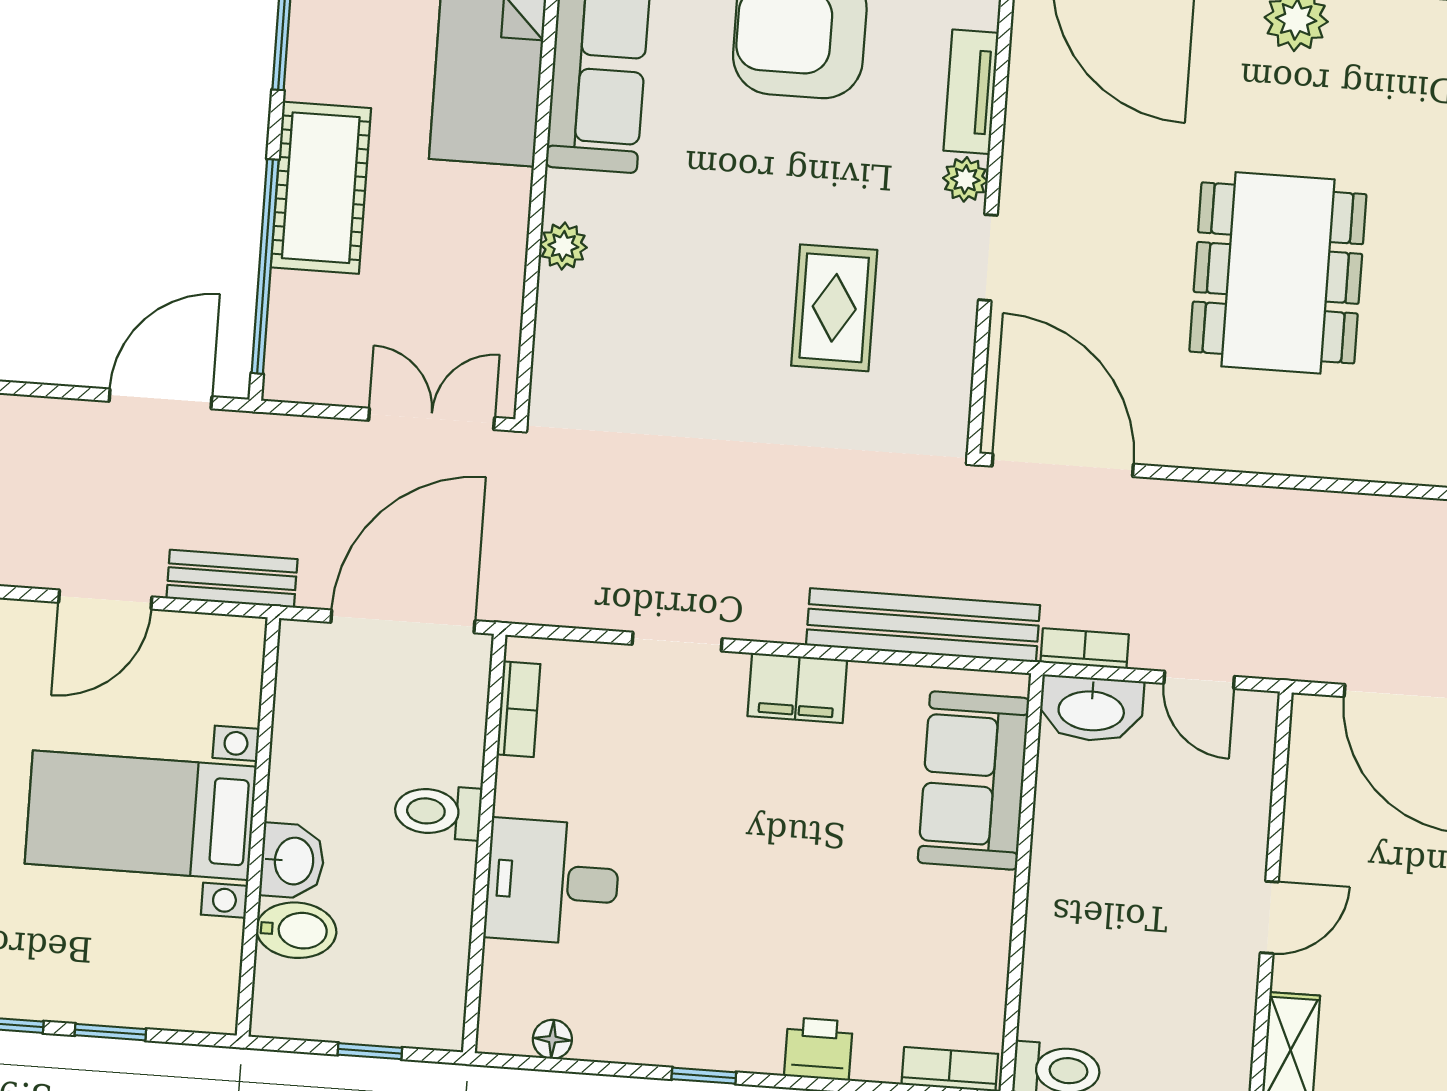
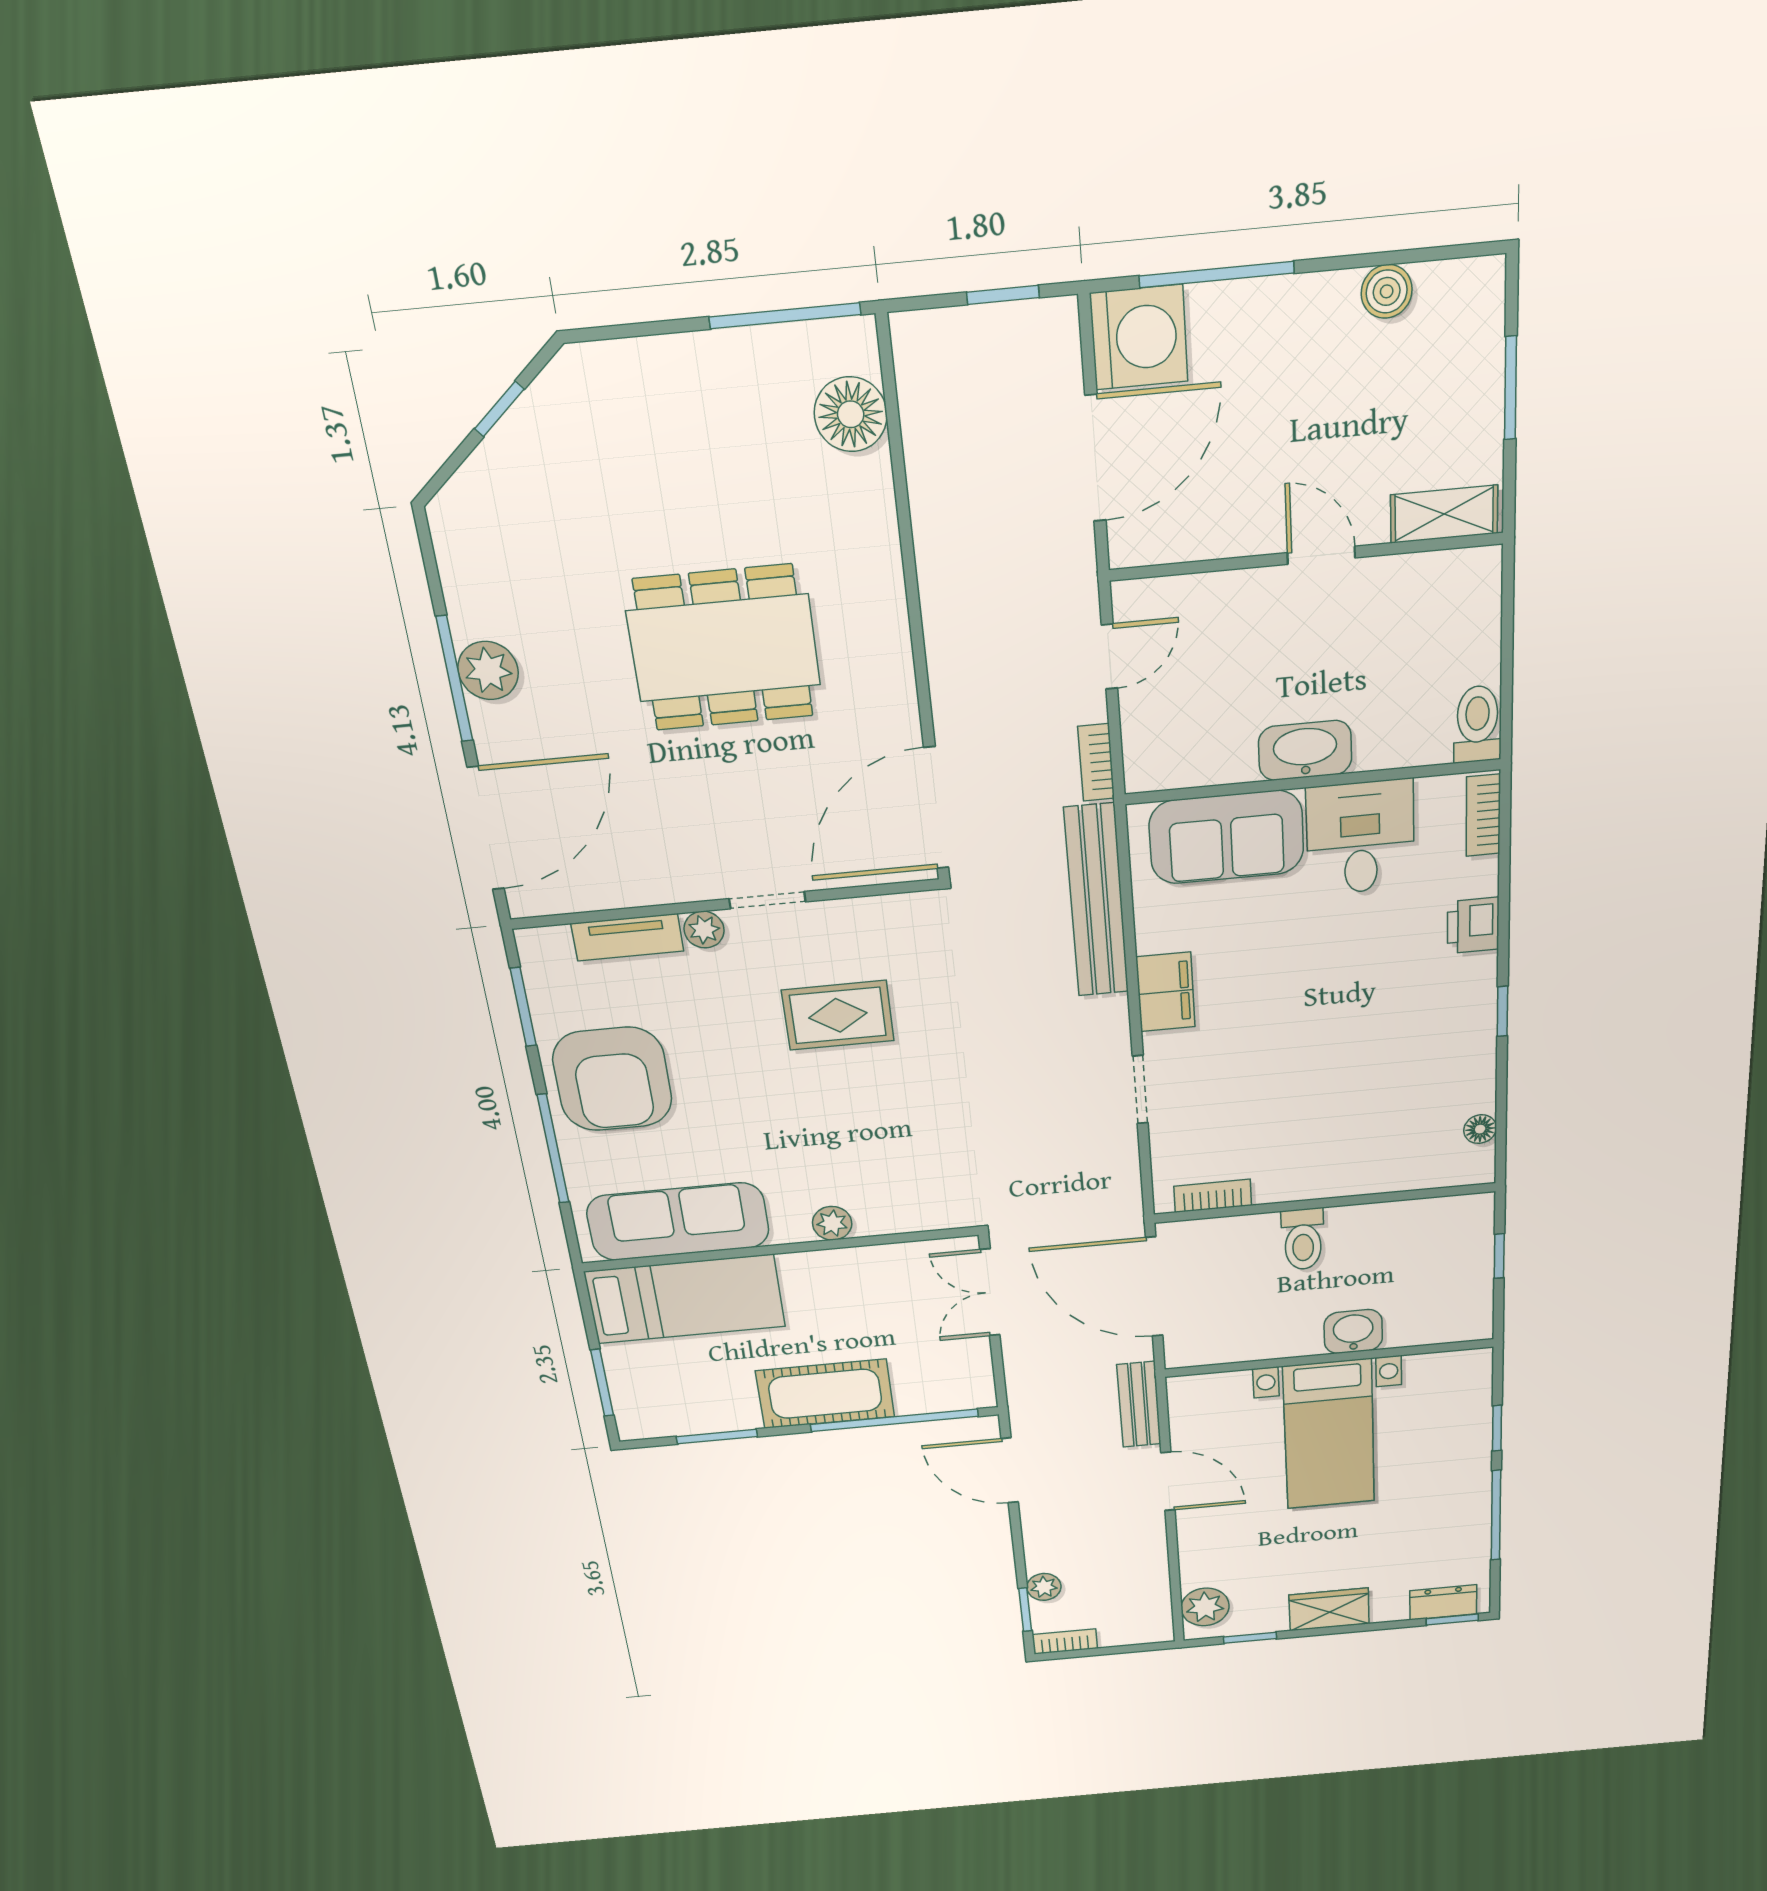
washbasin: (1091, 709) -> (1305, 750), moved, turned -90
desk: (552, 882) -> (1360, 837), moved, turned 180
bidet: (296, 930) -> (1407, 1320), removed

